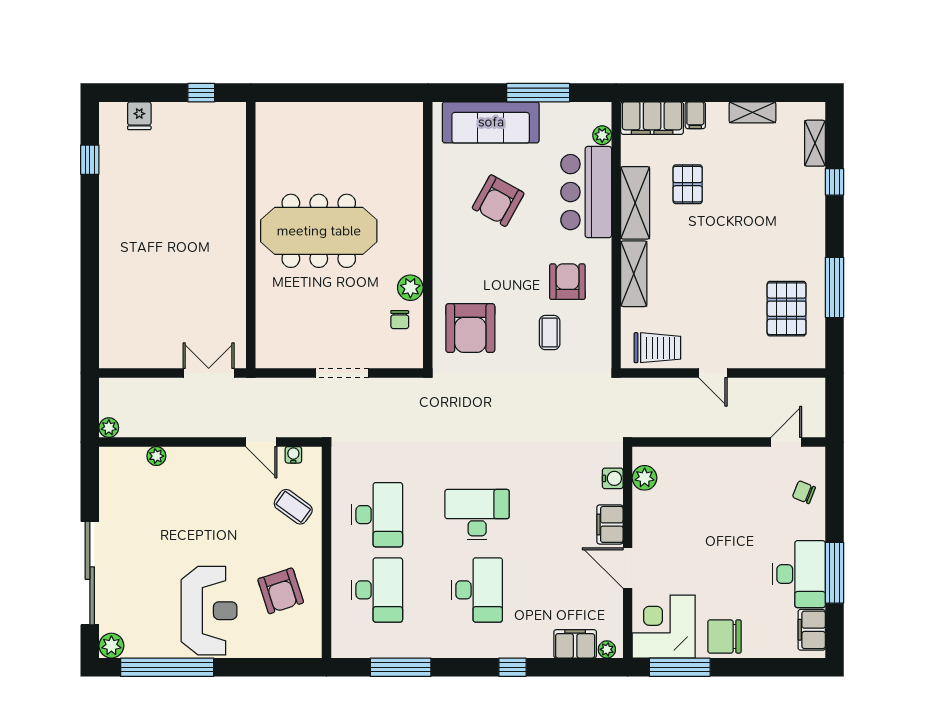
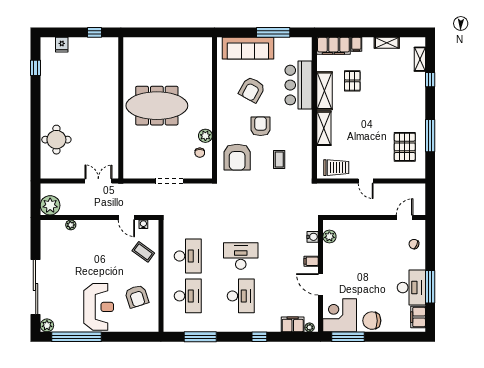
plant: (602, 135) -> (307, 55), removed
armchair: (567, 282) -> (261, 126), moved
round table: (129, 295) -> (56, 140), added
plant: (109, 428) -> (50, 205), width x1.88, depth x1.88
filing cabinet: (610, 524) -> (311, 261), width x0.50

